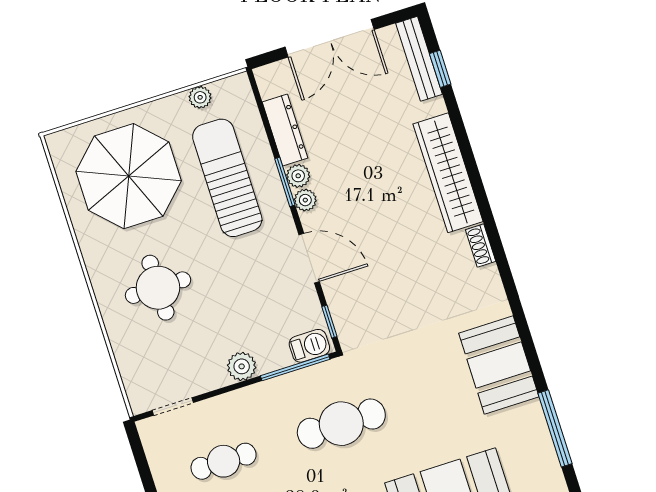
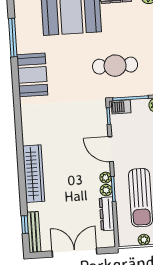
shoe rack: (481, 245) -> (27, 135), removed

